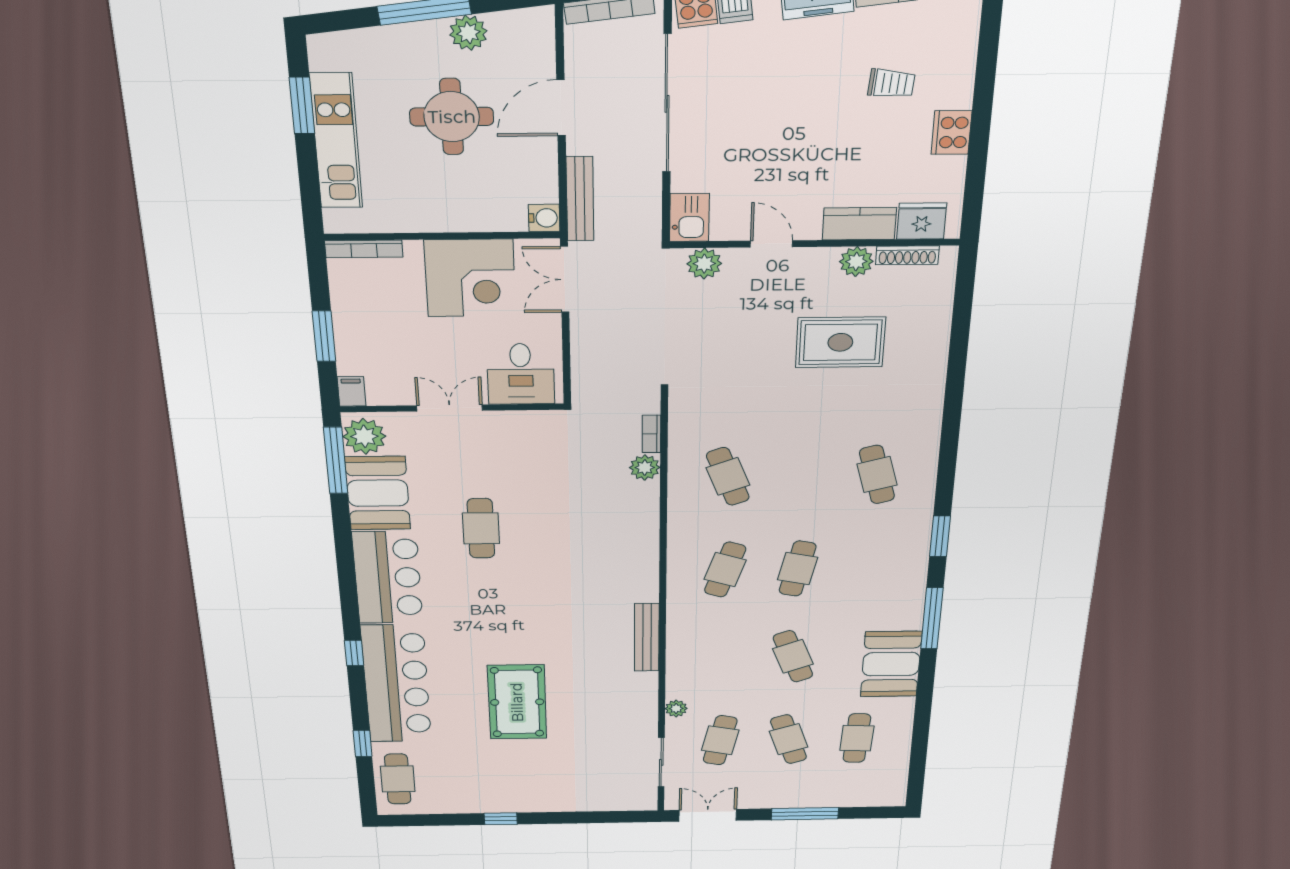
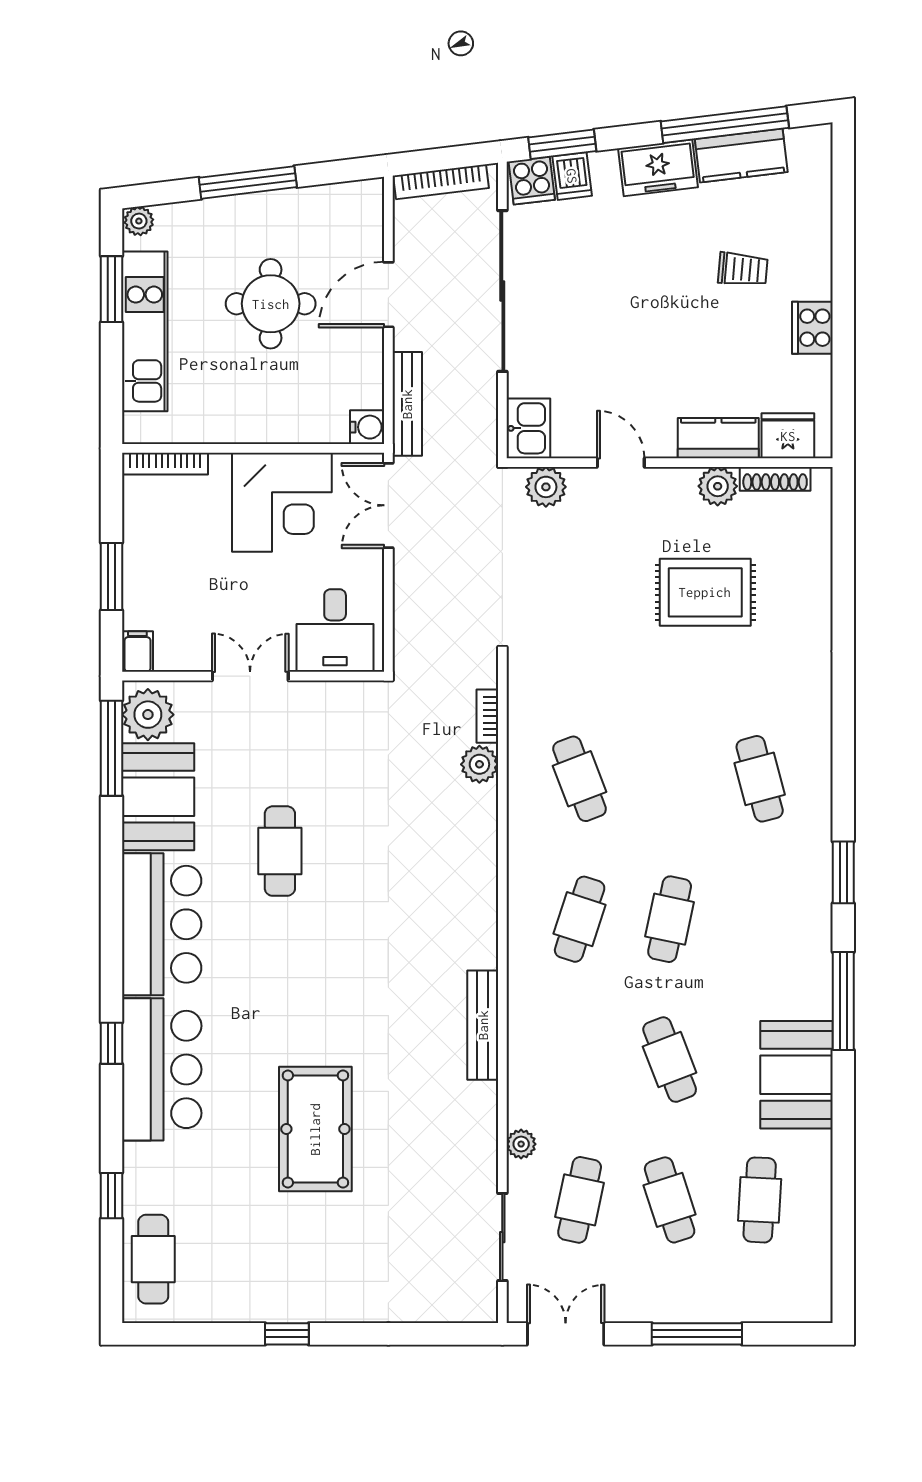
plant: (468, 33) -> (139, 221), moved, width x0.73, depth x0.73
bar counter: (396, 684) -> (162, 1069), width x0.73

